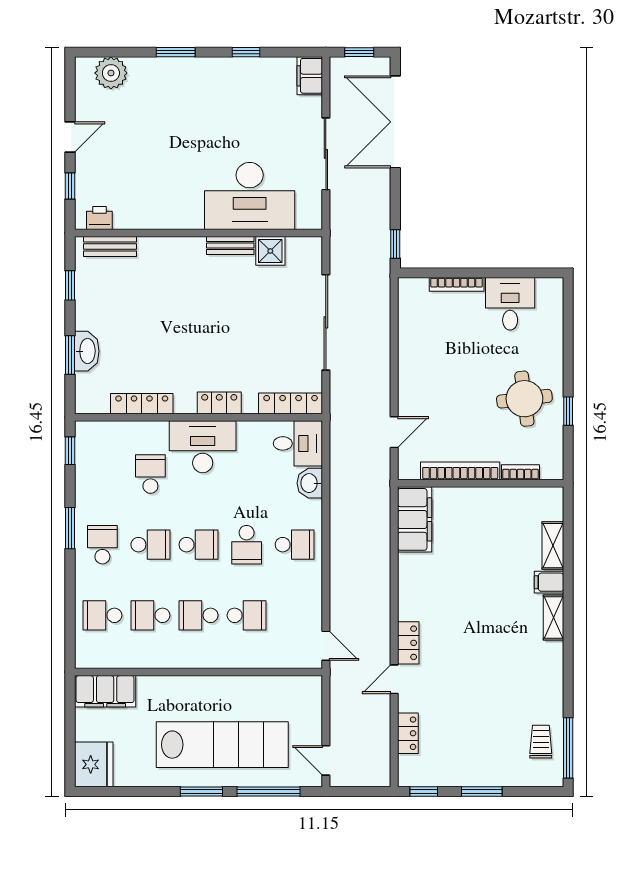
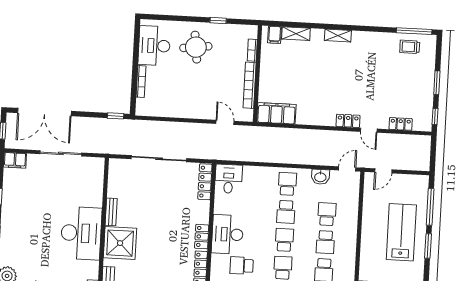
desk: (250, 196) -> (81, 233), moved
shower: (270, 251) -> (120, 243), moved, width x1.86, depth x1.86
desk: (510, 304) -> (154, 46), width x1.37
round table: (524, 399) -> (196, 47), moved
locker: (219, 403) -> (202, 237), moved
washbasin: (310, 483) -> (320, 177), moved
school desk: (247, 545) -> (286, 212), turned 90
filing cabinet: (549, 582) -> (275, 35), moved
lab bench: (222, 745) -> (401, 232), width x0.73
door: (326, 760) -> (383, 171), moved

